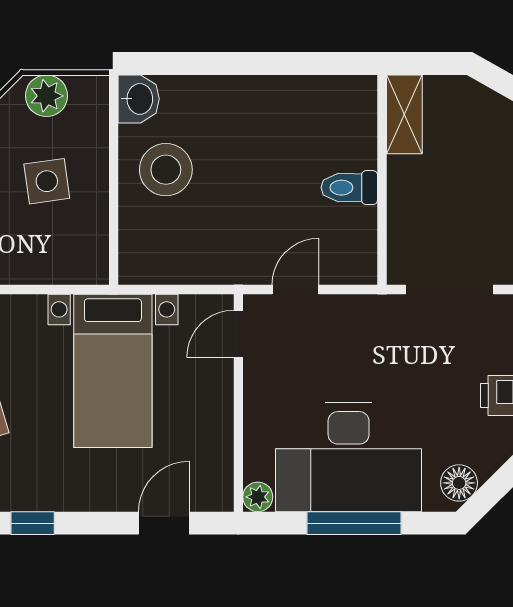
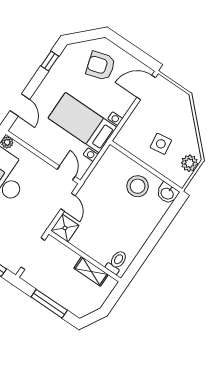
shelving: (404, 114) -> (91, 271), moved
toilet: (349, 188) -> (117, 262), moved
shower: (352, 260) -> (65, 228), added

